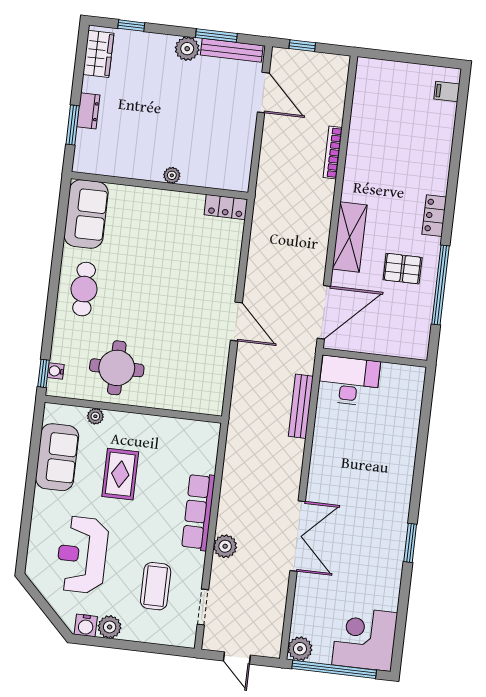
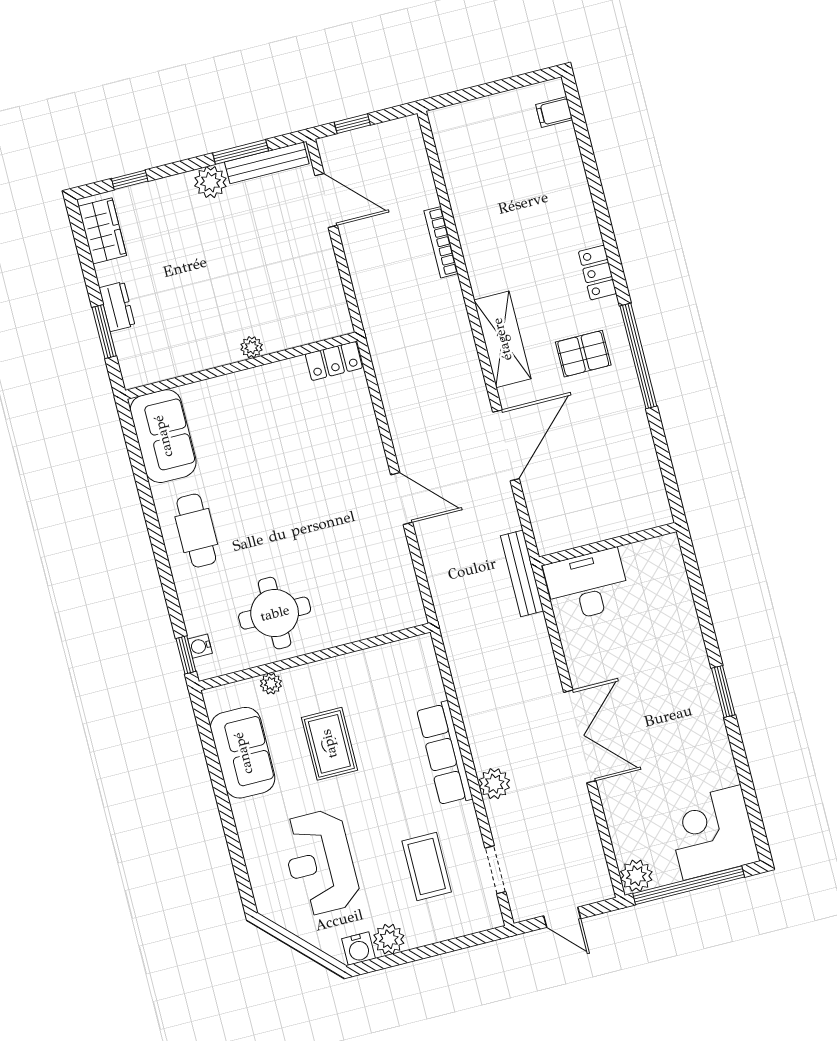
wall: (375, 358) -> (608, 544), moved
desk: (349, 381) -> (587, 585), moved

